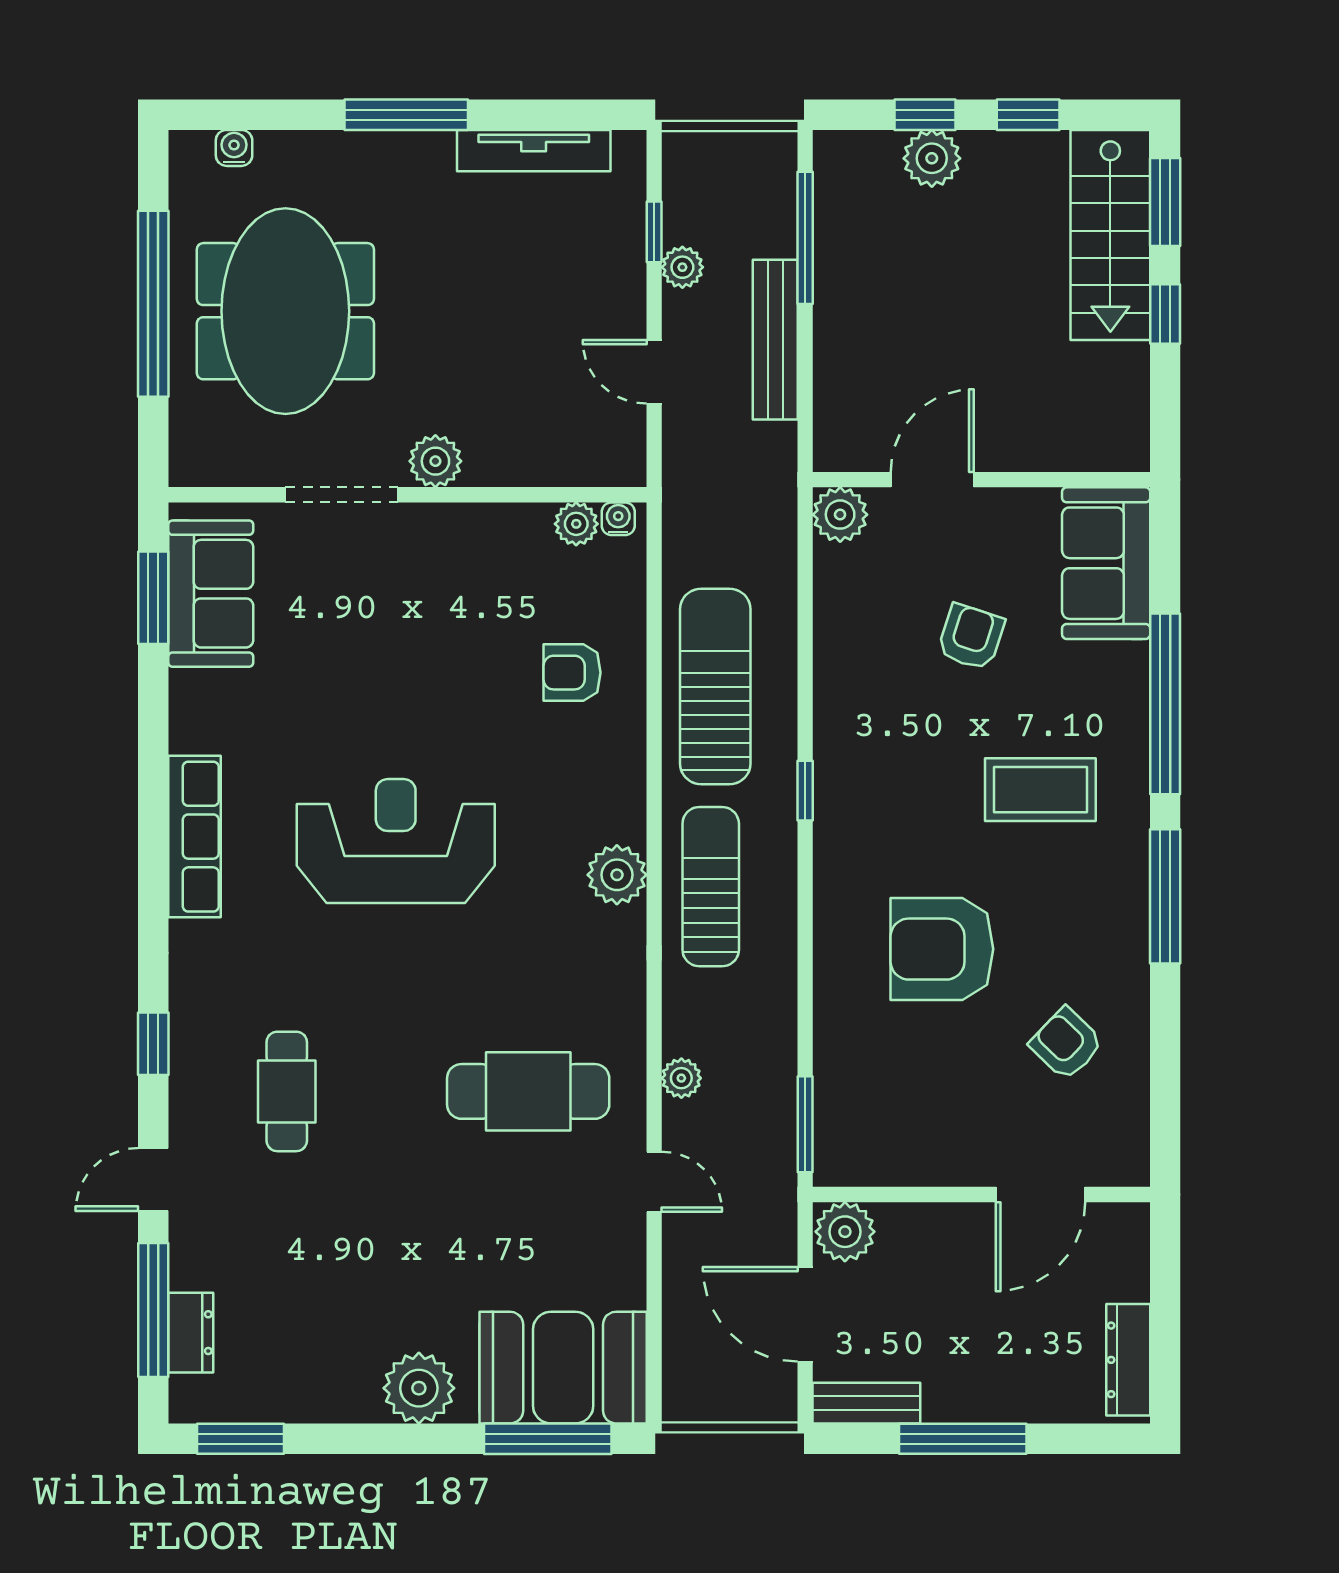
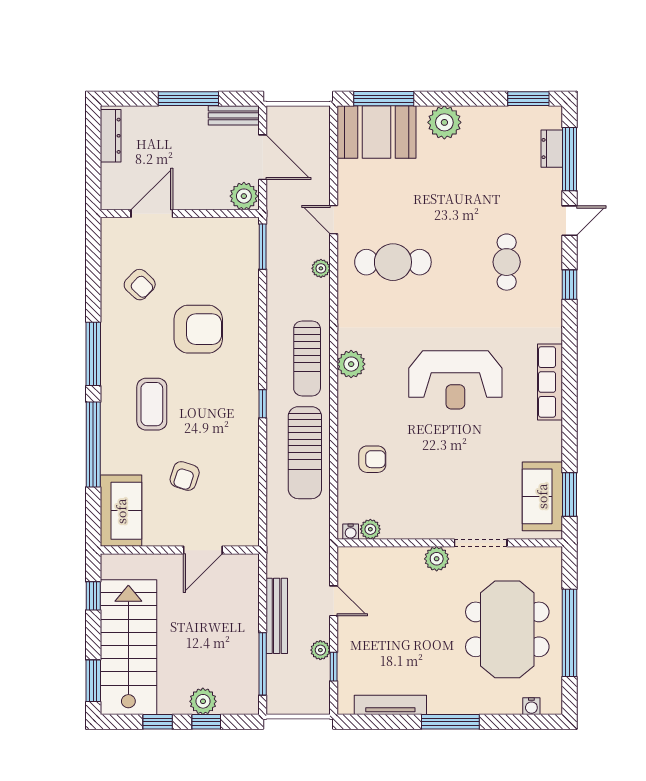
stairs: (1110, 235) -> (128, 647), width x1.36, depth x1.51
window: (1165, 314) -> (93, 596), moved
plant: (840, 515) -> (246, 534), removed
coffee table: (1040, 790) -> (152, 404), turned 90

